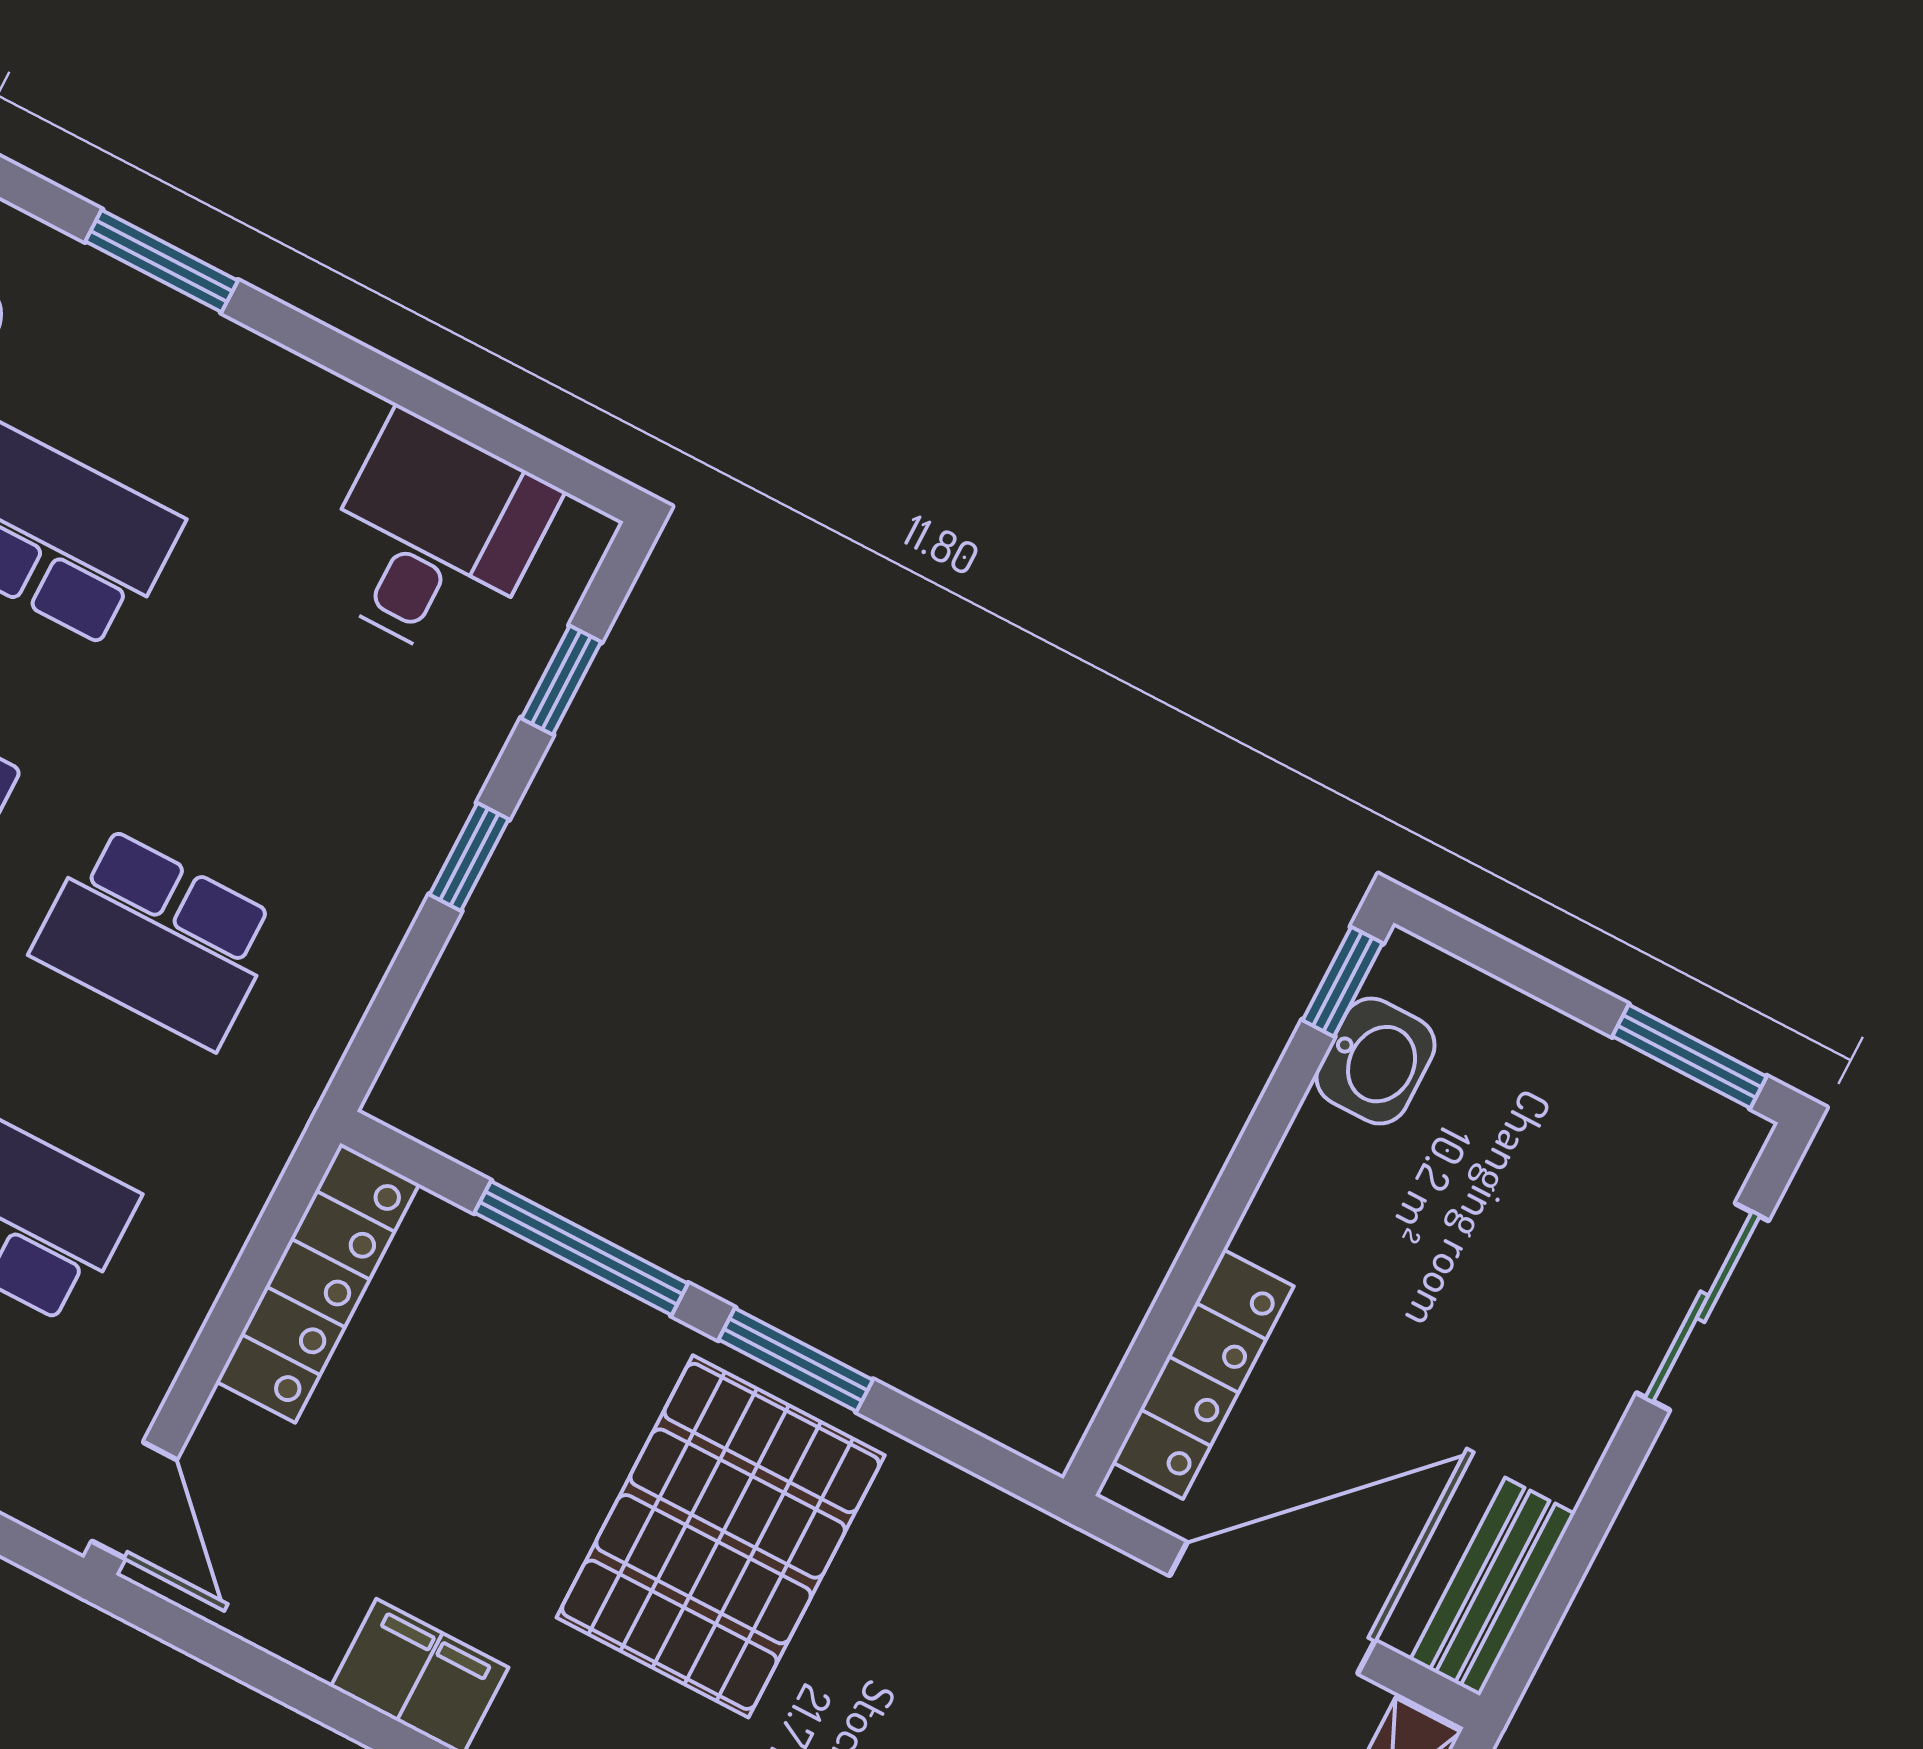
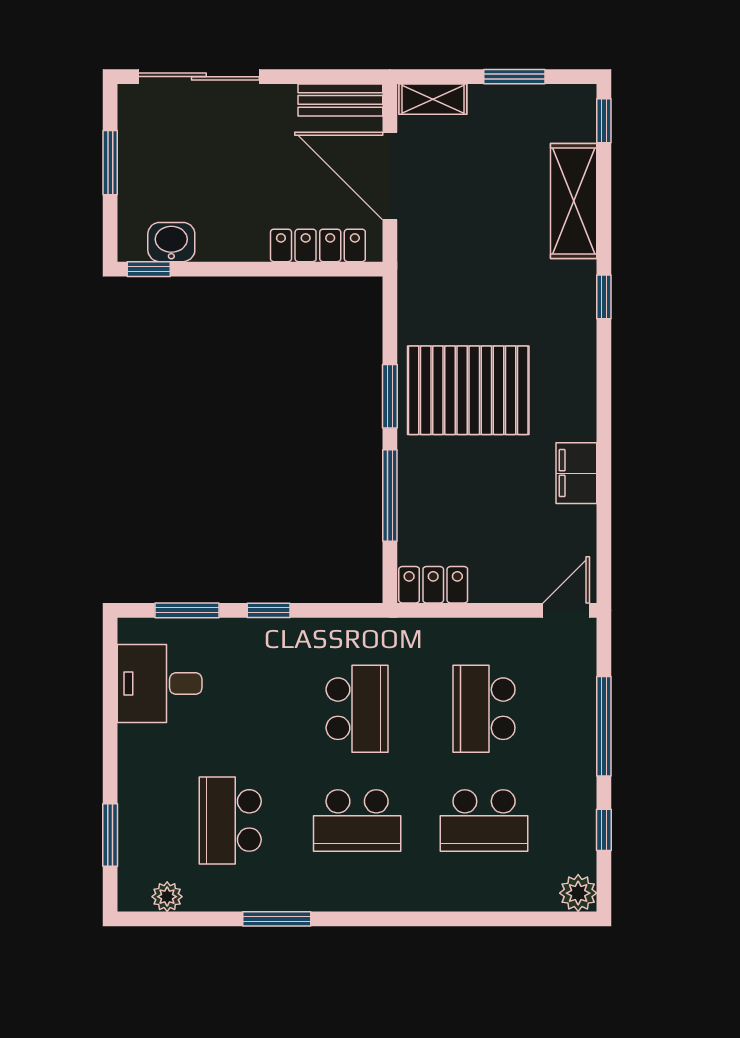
window: (561, 680) -> (187, 610), width x1.50
window: (1689, 1056) -> (110, 163), moved
locker: (318, 1283) -> (433, 585), width x0.66
sliding door: (1702, 1307) -> (199, 77), width x1.37

